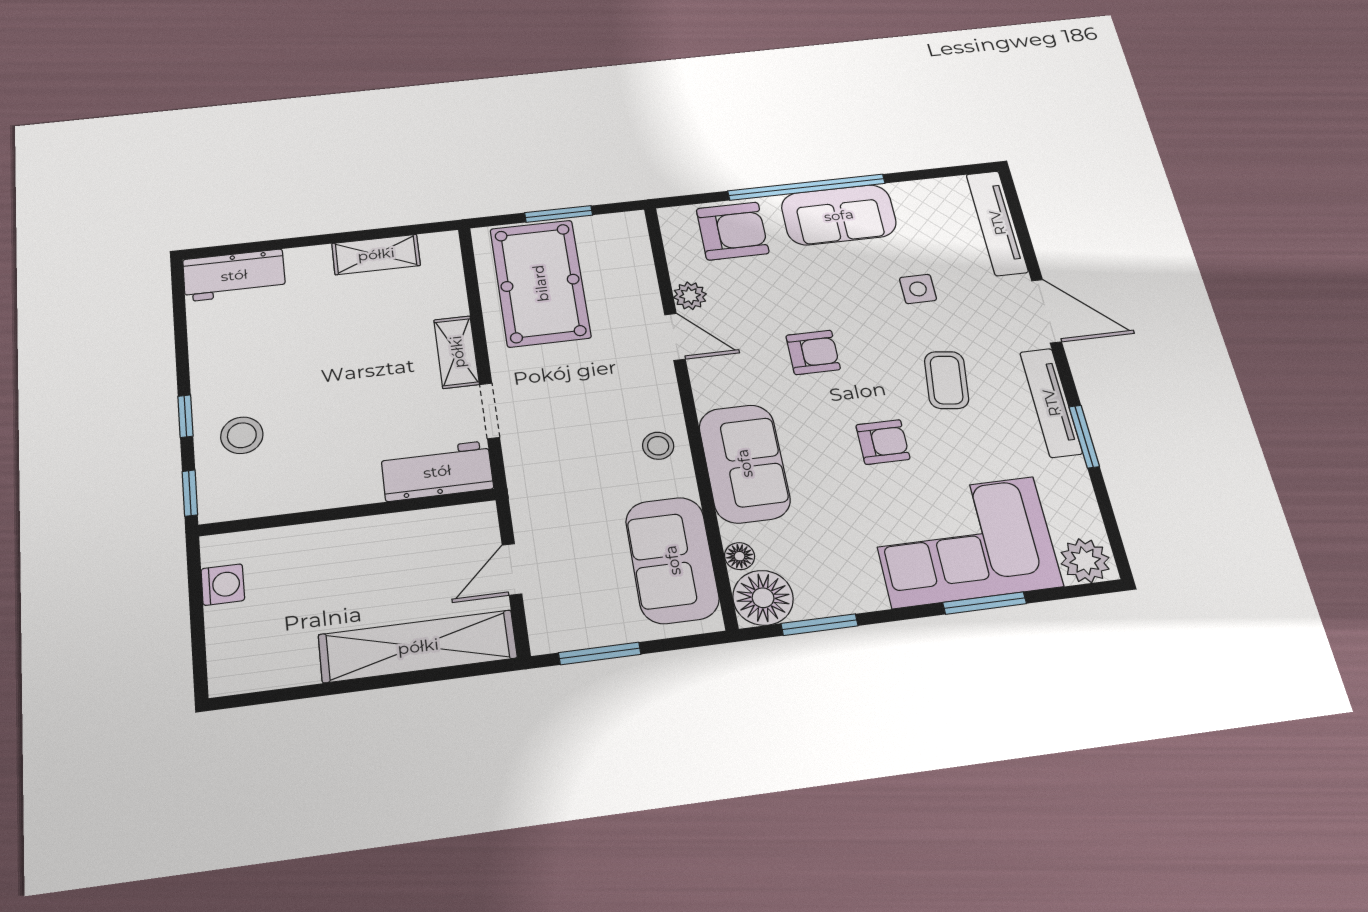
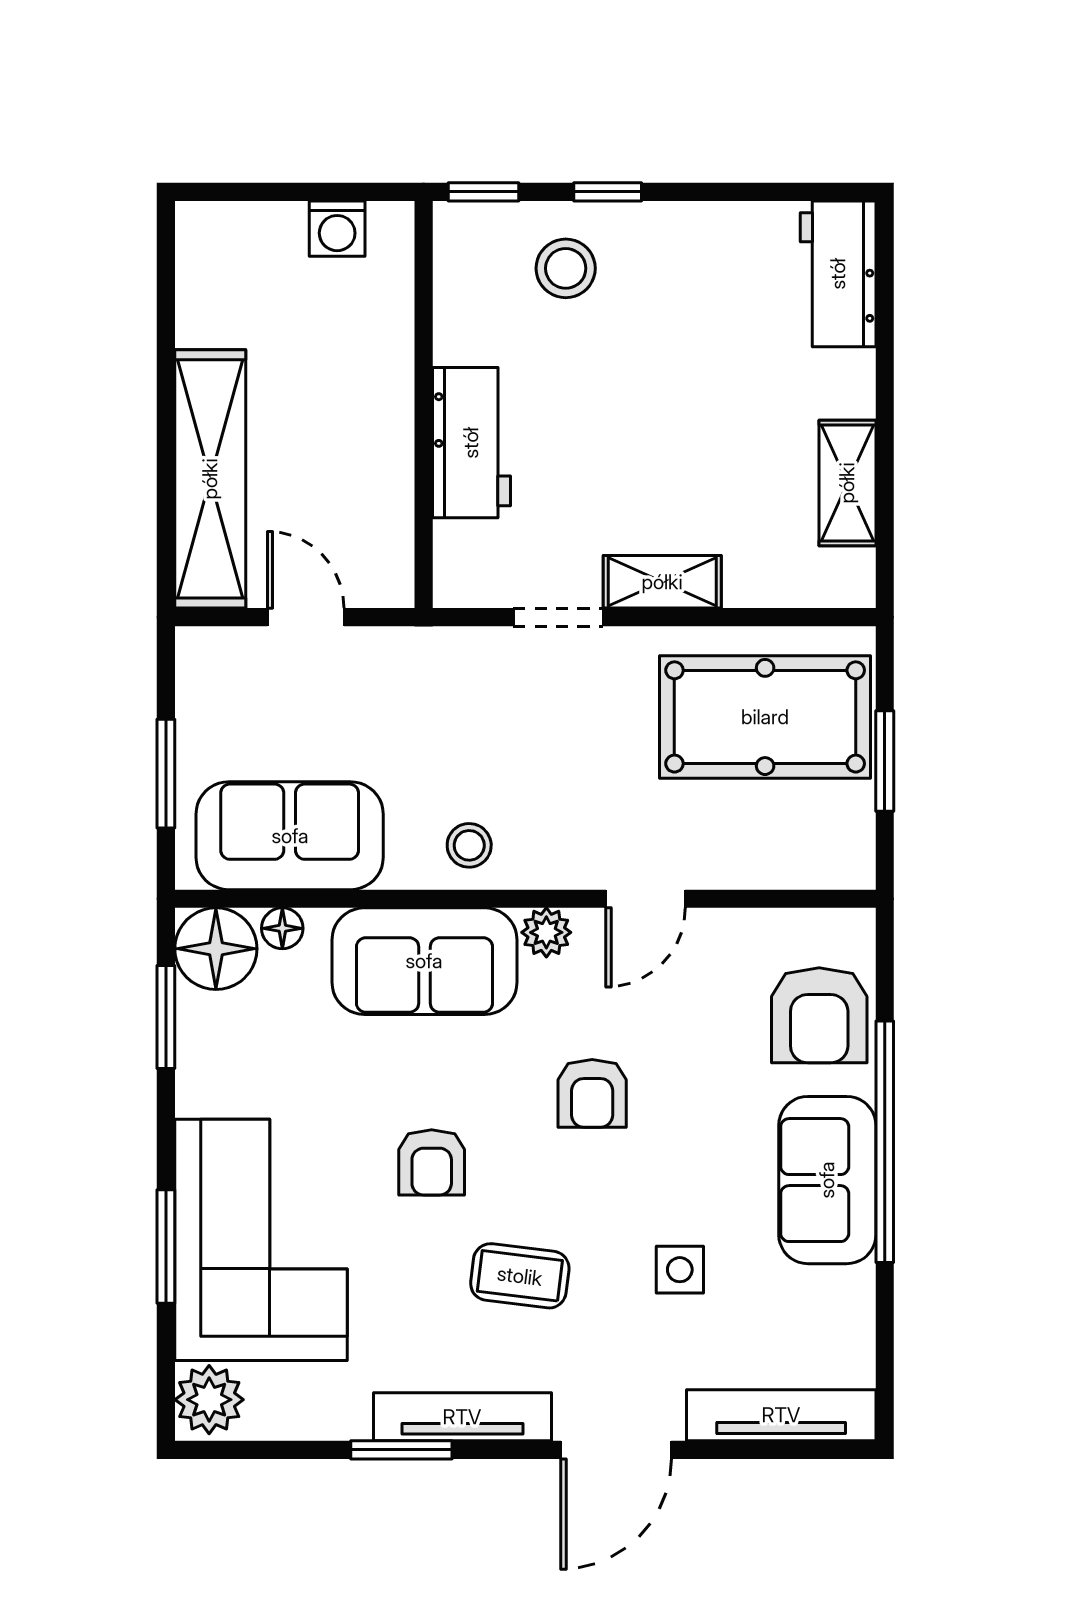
plant: (690, 296) -> (546, 932), moved
workbench: (437, 471) -> (471, 443), moved
window: (600, 653) -> (166, 774), moved

